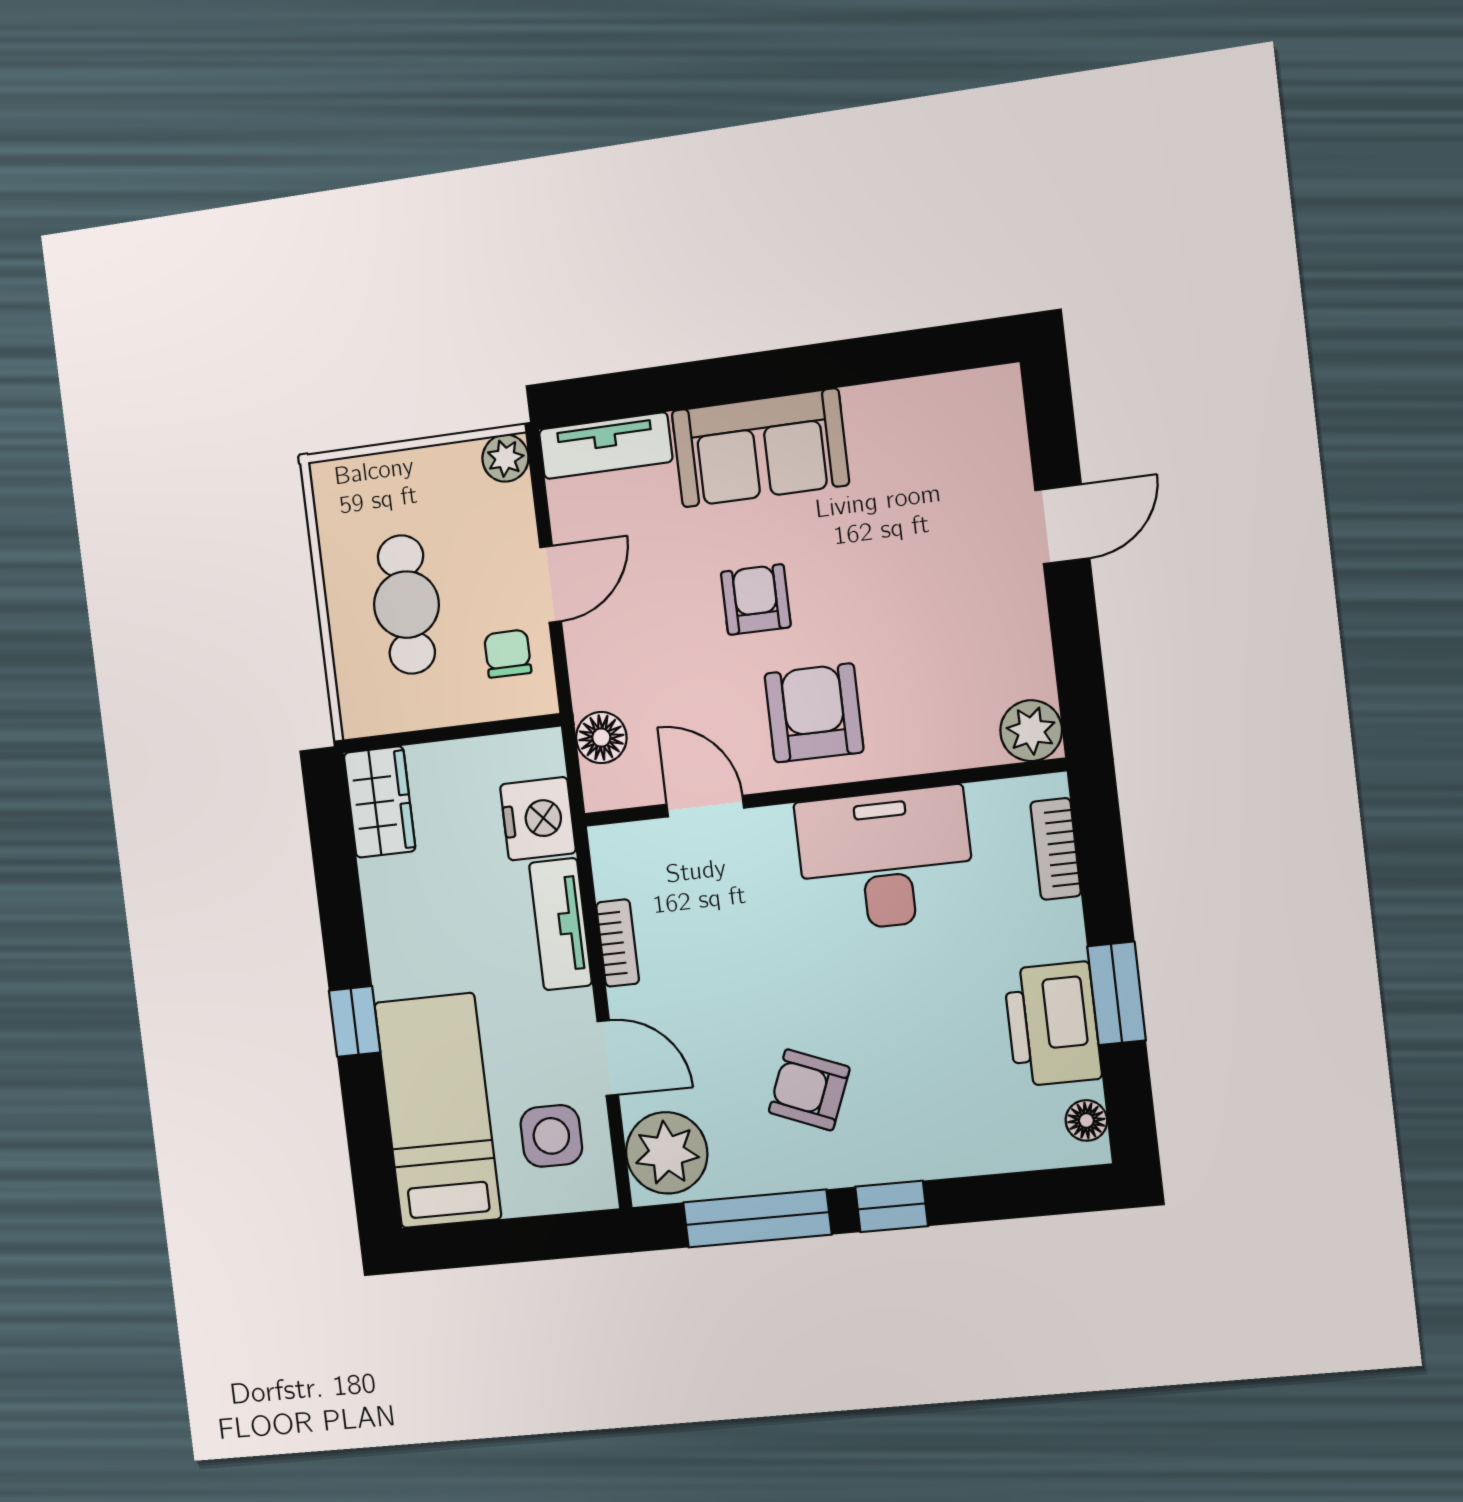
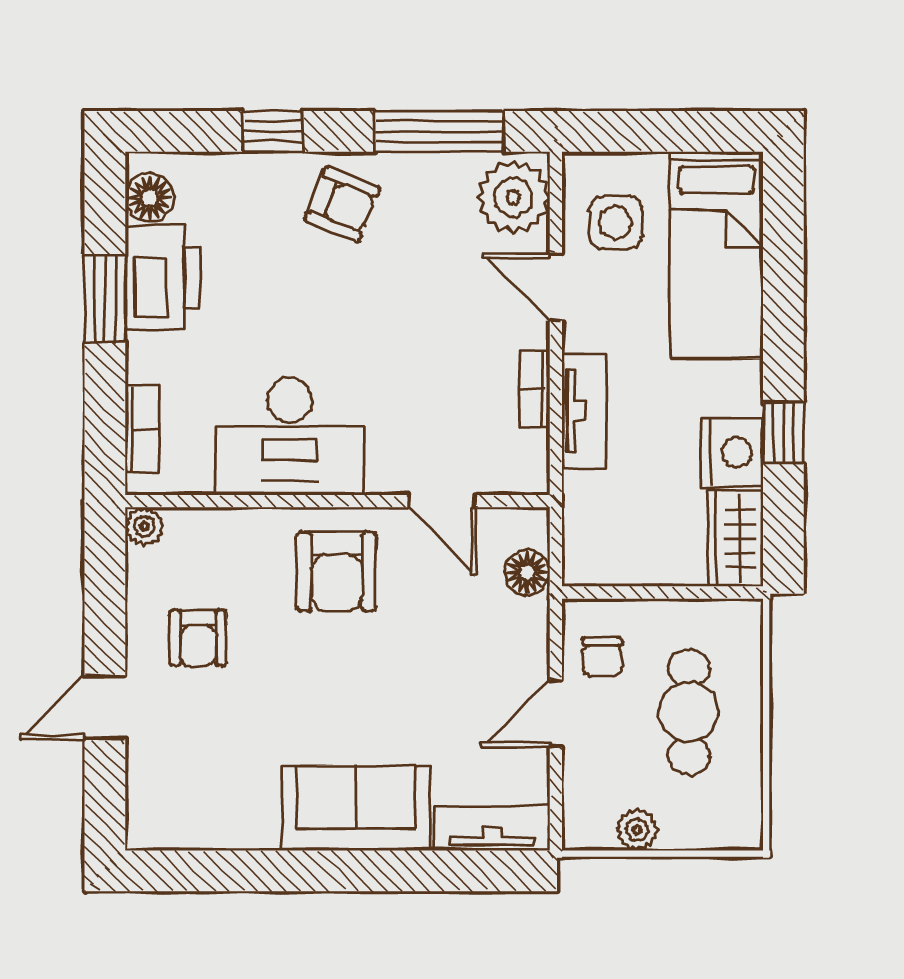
plant: (505, 458) -> (637, 830), moved
armchair: (756, 600) -> (198, 638), moved
plant: (1031, 731) -> (144, 526), width x0.73, depth x0.73
nightstand: (538, 819) -> (732, 452), moved, turned 180
window: (355, 1021) -> (783, 433), moved
armchair: (809, 1090) -> (342, 204), moved
floor lamp: (1086, 1120) -> (150, 198), width x1.37, depth x1.37
window: (892, 1206) -> (273, 131), moved

